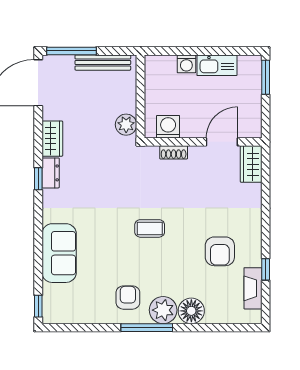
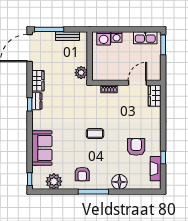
bench: (103, 63) -> (68, 36), width x0.73
kitchen sink: (217, 65) -> (145, 38), moved
washing machine: (168, 127) -> (104, 38), moved, turned 180
armchair: (220, 251) -> (136, 147), turned 180
armchair: (128, 298) -> (82, 174), turned 180
plant: (163, 310) -> (54, 181), moved

